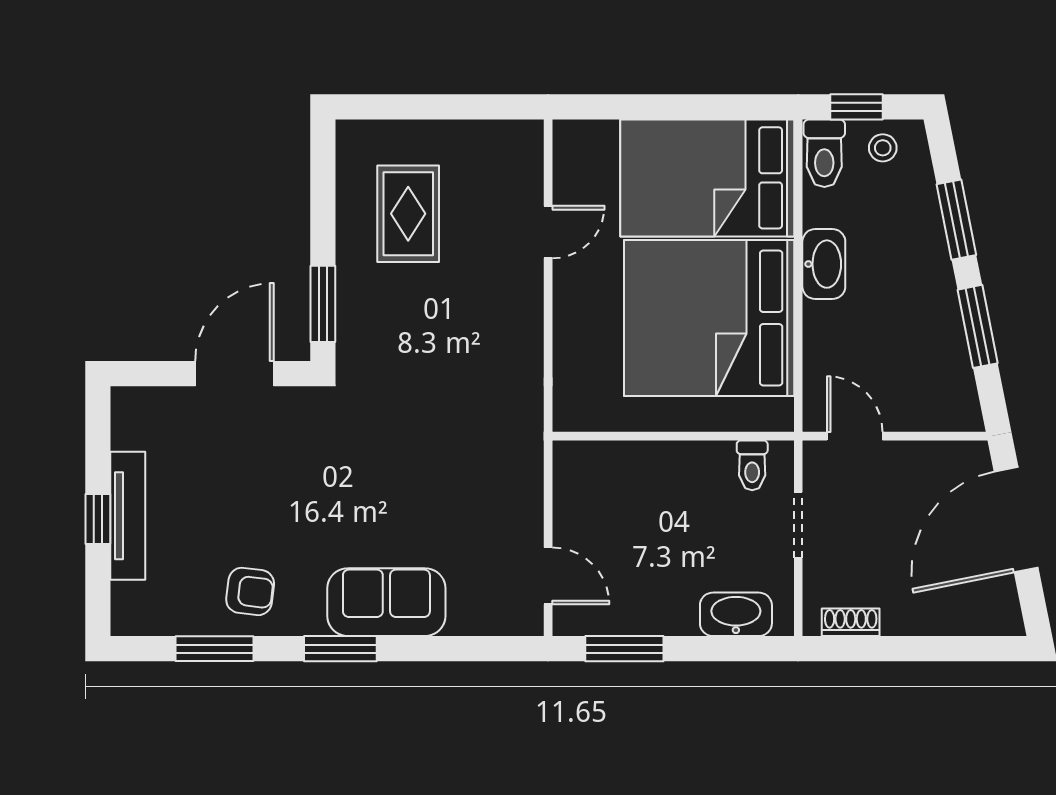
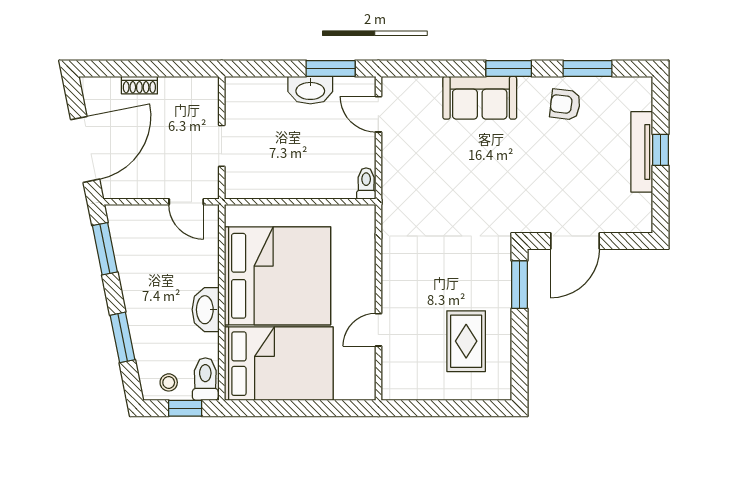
window: (978, 326) -> (105, 249), moved
toilet: (752, 465) -> (366, 184), moved
washbasin: (736, 614) -> (310, 90), moved
shoe rack: (851, 622) -> (139, 85), moved

